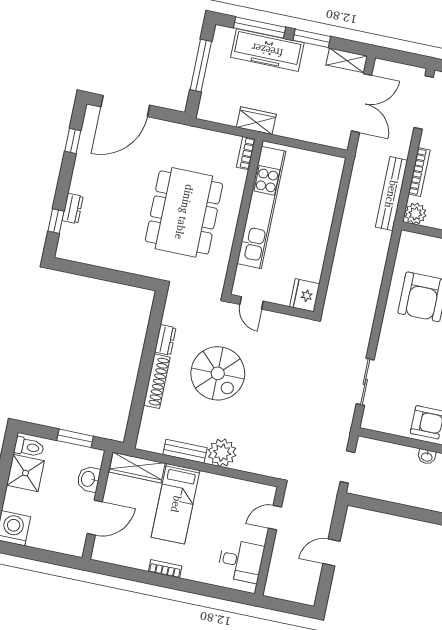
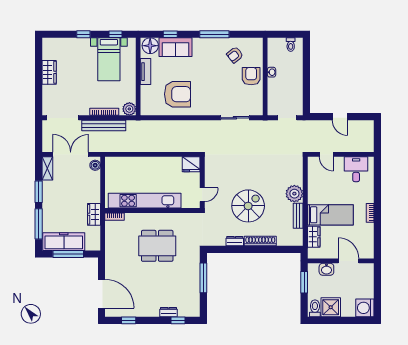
freezer: (267, 50) -> (64, 242), moved, turned -90
boiler: (336, 139) -> (95, 165), added
bench: (391, 194) -> (104, 126), moved
dining table: (184, 212) -> (157, 246), width x0.73, depth x0.80
window: (116, 277) -> (203, 278), added
wardrobe: (137, 468) -> (314, 237), width x0.67

